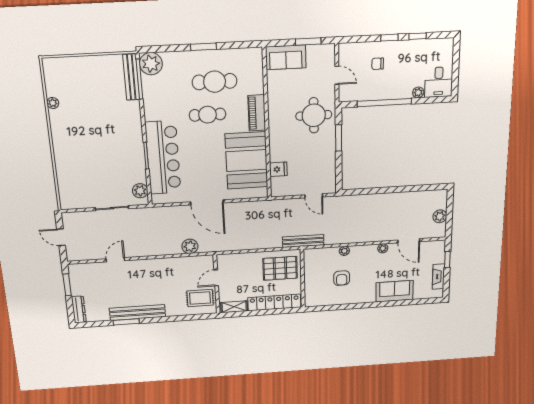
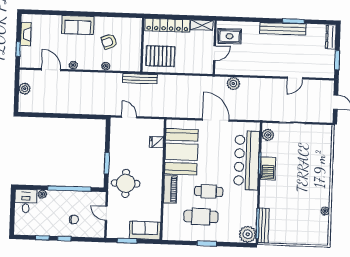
barbecue: (135, 150) -> (268, 169), added
armchair: (342, 278) -> (109, 42), turned -111
sofa: (395, 291) -> (78, 25), moved

